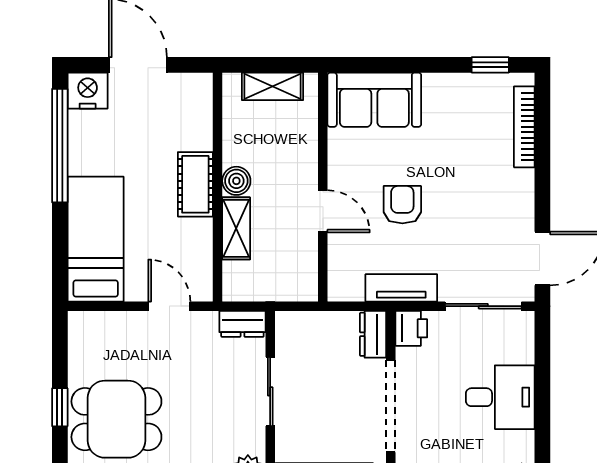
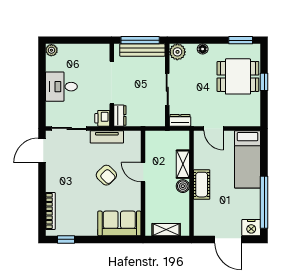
armchair: (402, 205) -> (106, 175), turned -45

